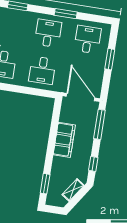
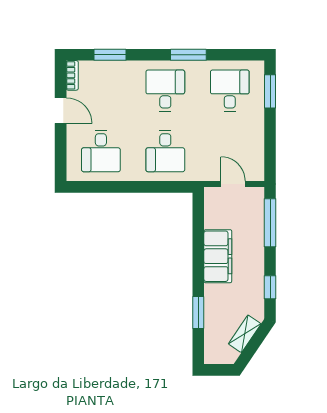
window: (110, 59) -> (270, 91), moved
door: (81, 97) -> (233, 184), width x0.53
window: (45, 184) -> (198, 313), moved

